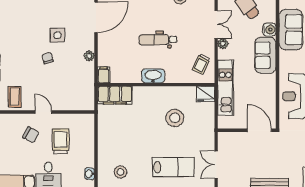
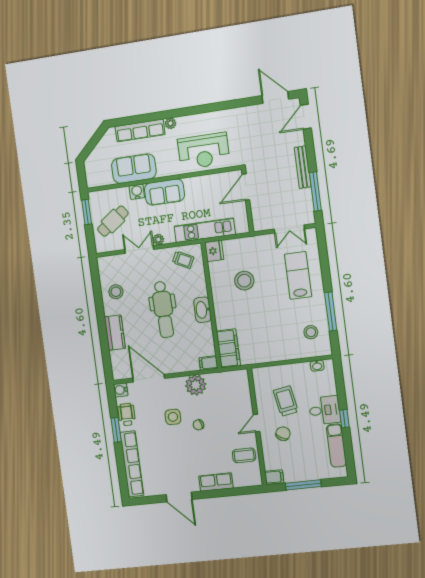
dental chair: (158, 40) -> (163, 309), width x1.36, depth x1.38
plant: (89, 56) -> (196, 385), width x1.87, depth x1.87
trolley: (61, 141) -> (286, 401), turned 80

